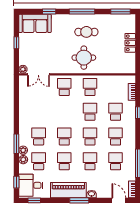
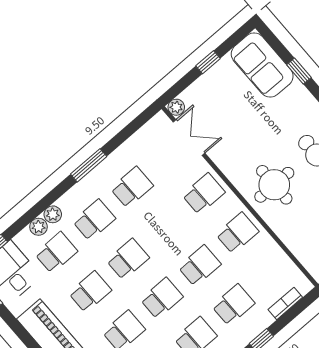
double door: (38, 74) -> (189, 138), swing flipped
school desk: (39, 112) -> (132, 187), added
window: (16, 144) -> (89, 165), moved

